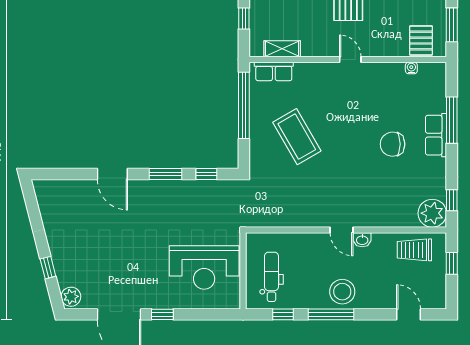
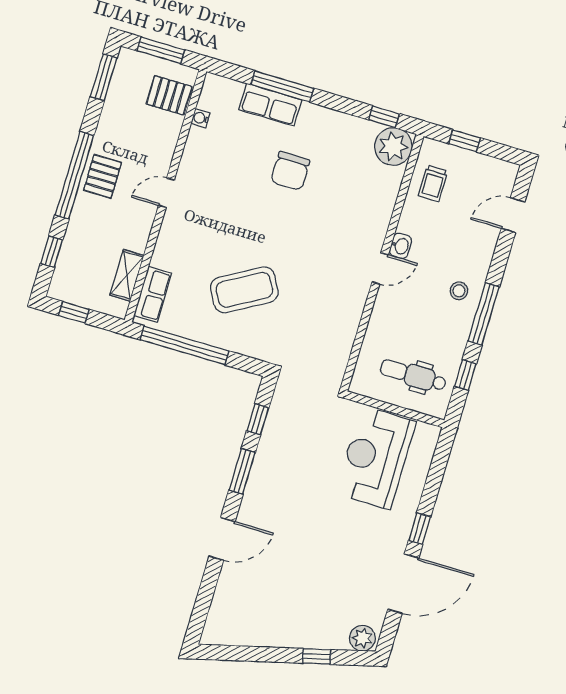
row of seats: (436, 135) -> (270, 105), moved
trolley: (414, 250) -> (433, 183), width x0.73, depth x0.72
reception desk: (204, 267) -> (376, 458), turned 180
stool: (342, 292) -> (459, 291), width x0.53, depth x0.53

